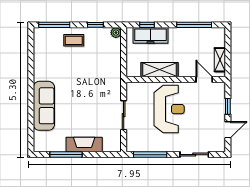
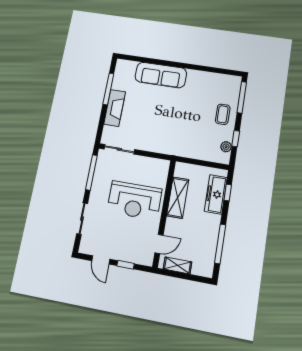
plant: (116, 33) -> (226, 147), moved
sliding door: (124, 115) -> (119, 149), moved

